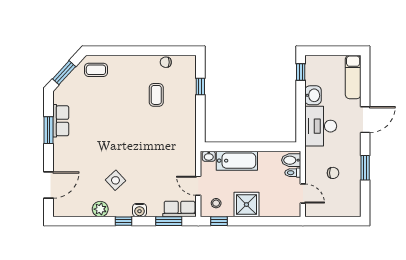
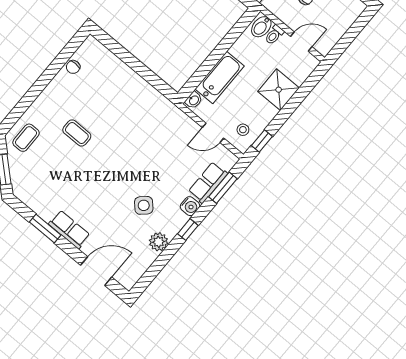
window: (200, 87) -> (123, 54), removed
coffee table: (156, 95) -> (77, 133), moved
row of seats: (61, 121) -> (69, 229), moved
door: (49, 185) -> (96, 271), hinge flipped
shower: (246, 205) -> (279, 90), moved
row of seats: (180, 209) -> (208, 183), moved

